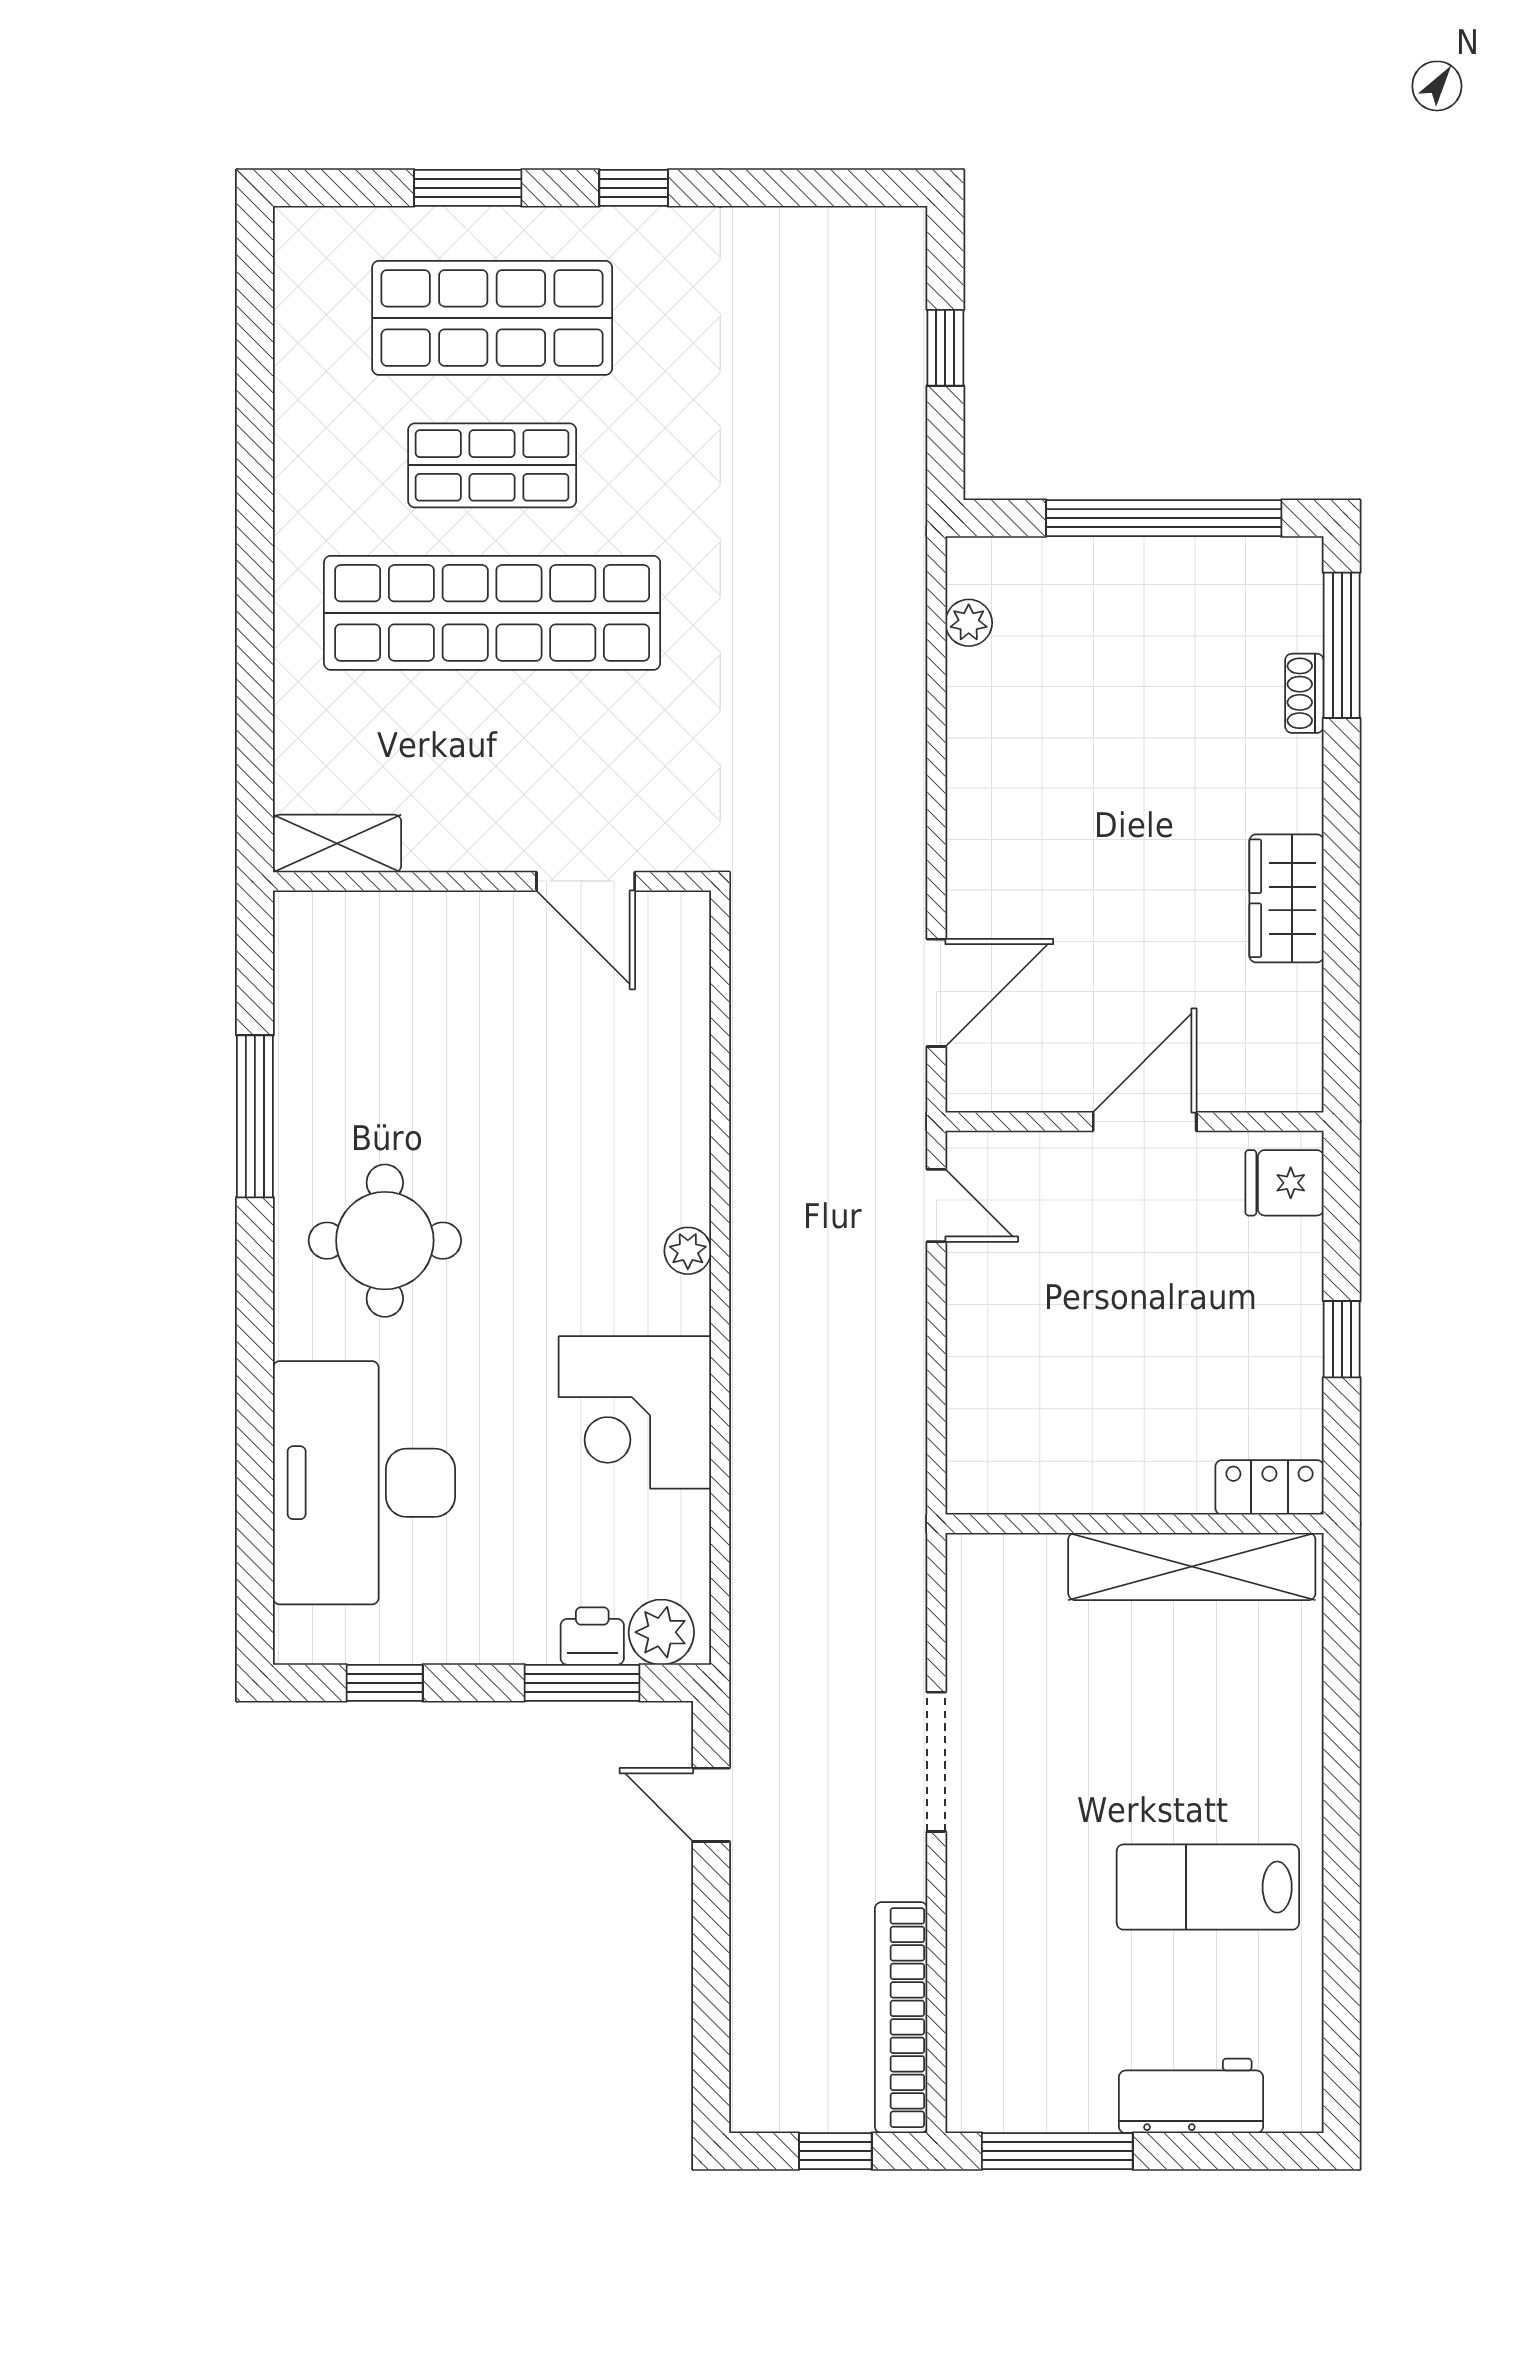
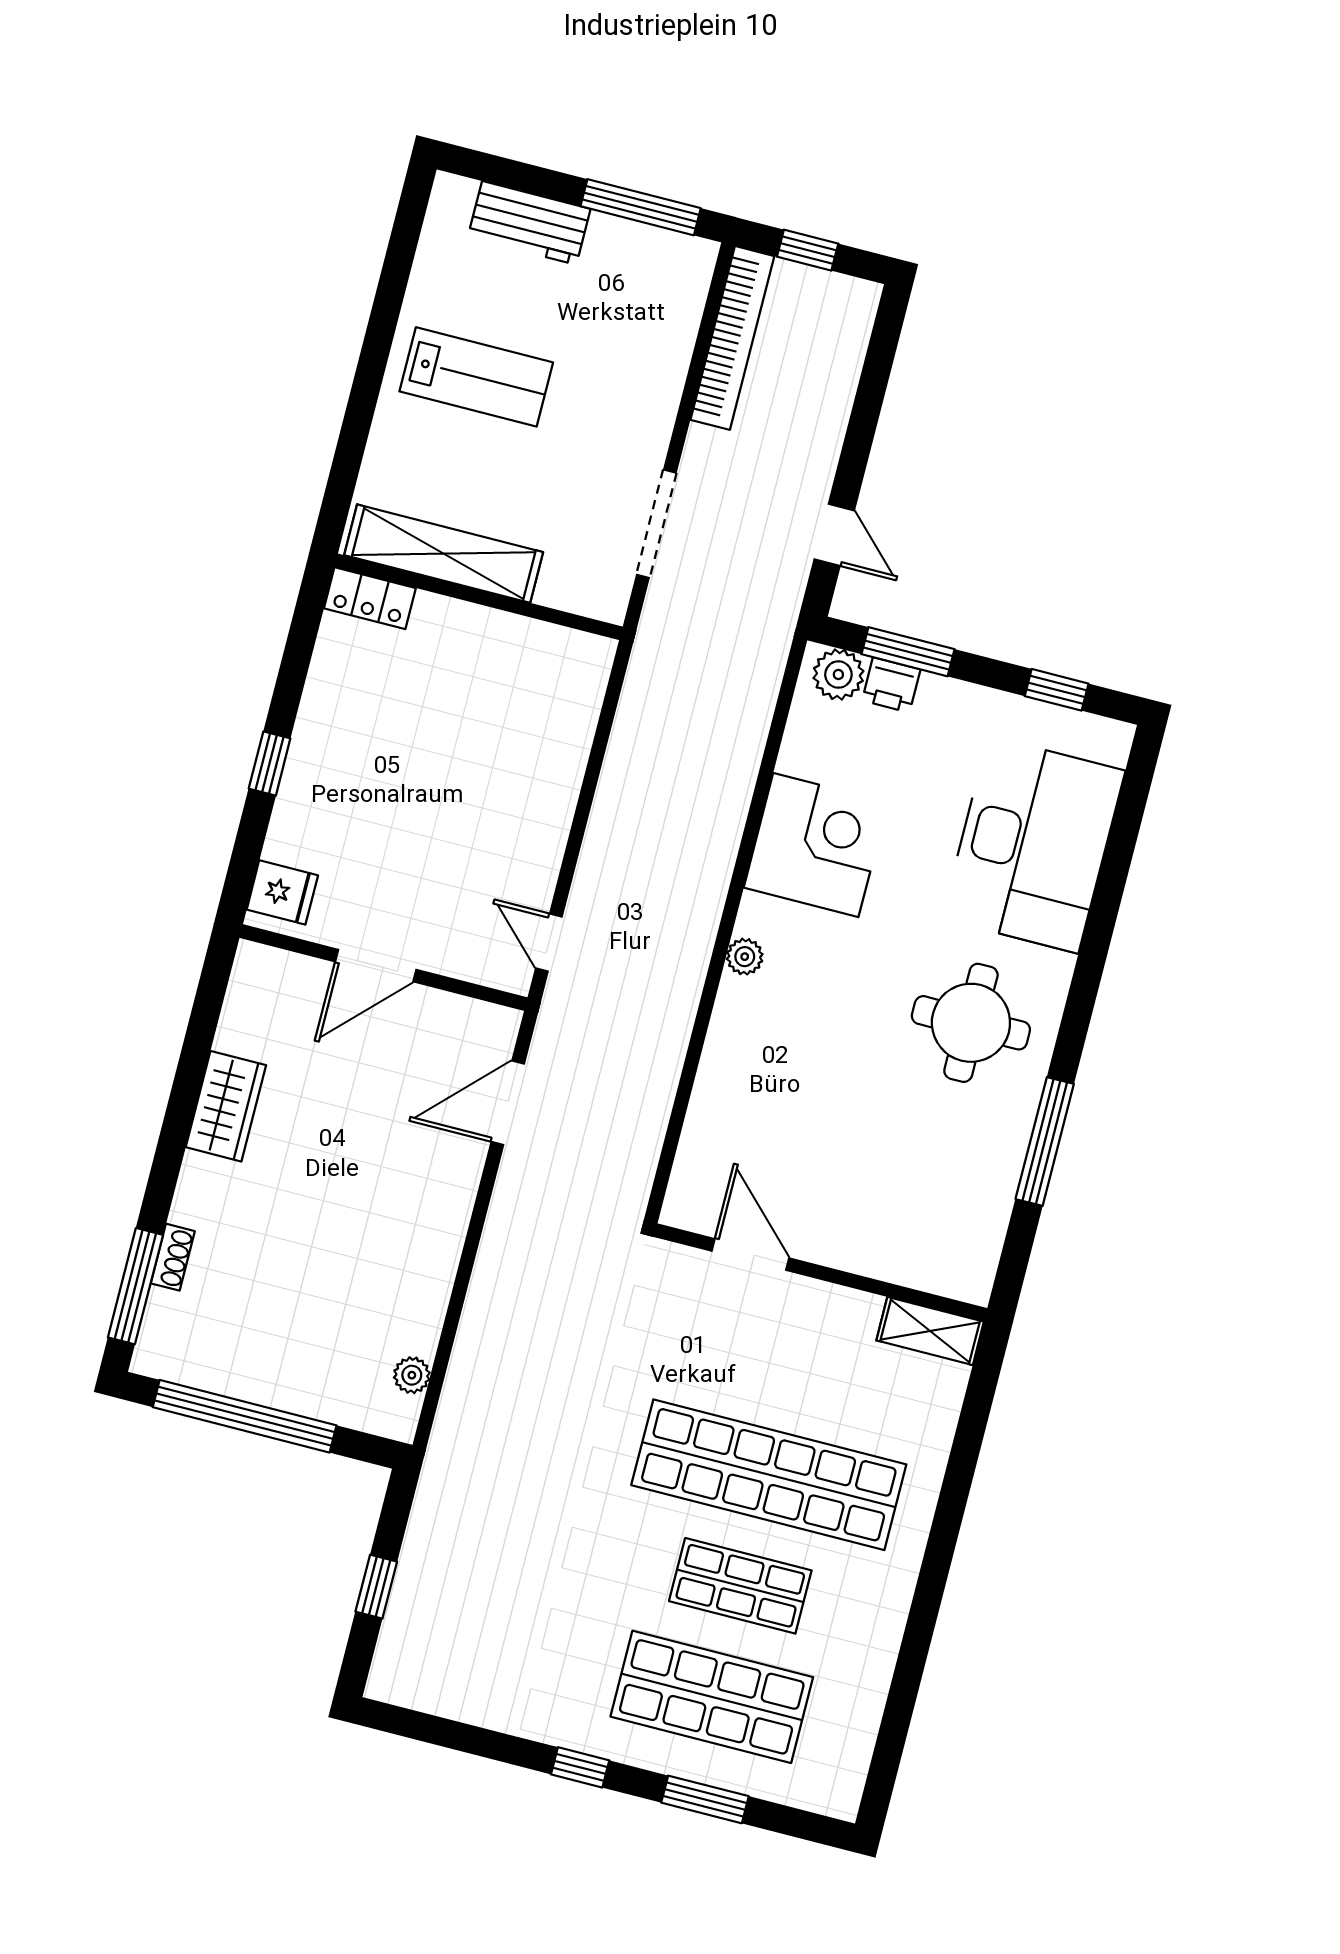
locker: (1269, 1487) -> (370, 598), moved
wall: (1134, 1524) -> (479, 597), moved
shelving: (1192, 1566) -> (444, 554), moved

